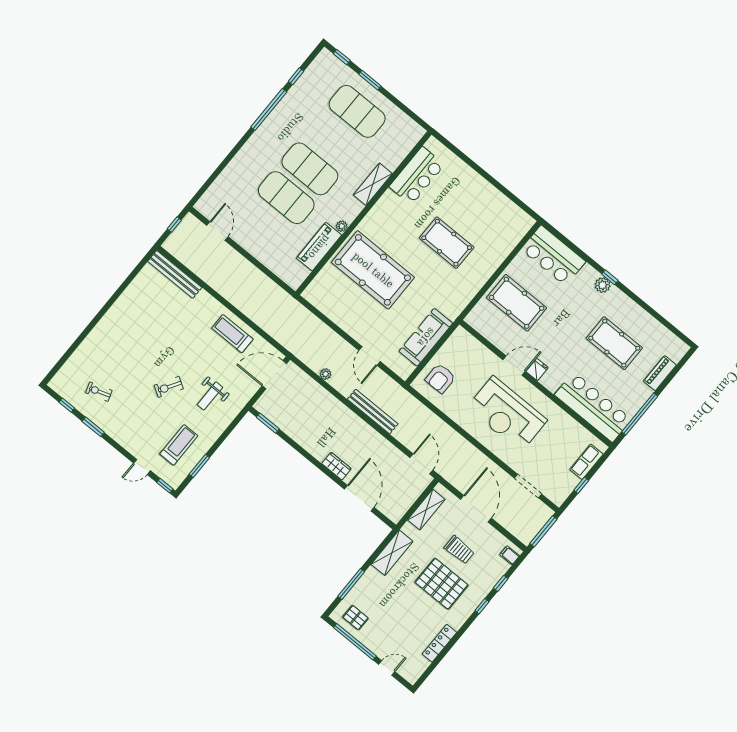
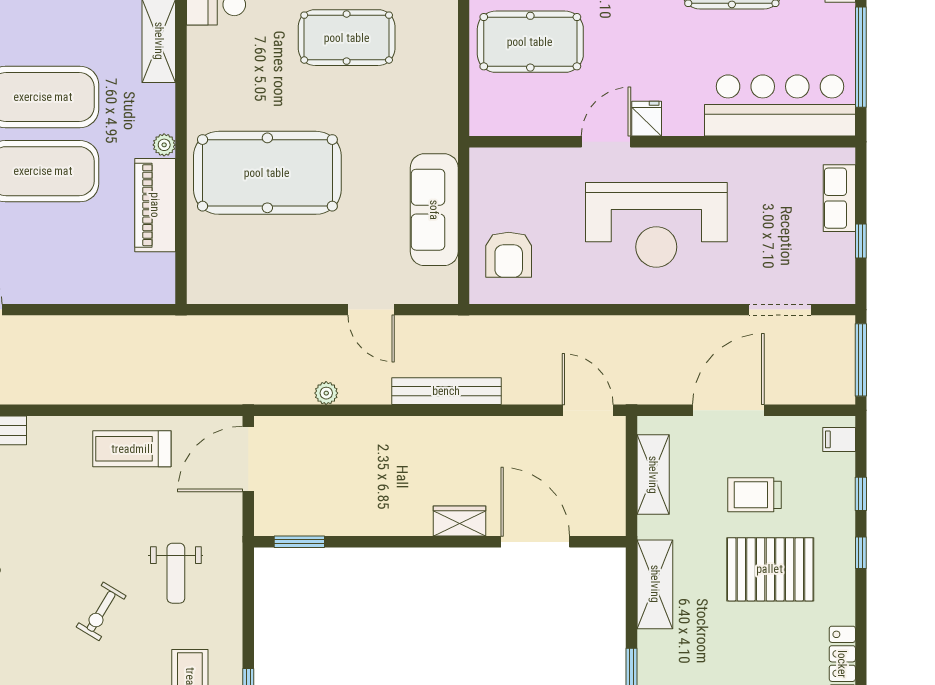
door: (476, 509) -> (728, 410), hinge flipped
trolley: (459, 550) -> (755, 495), turned 180

